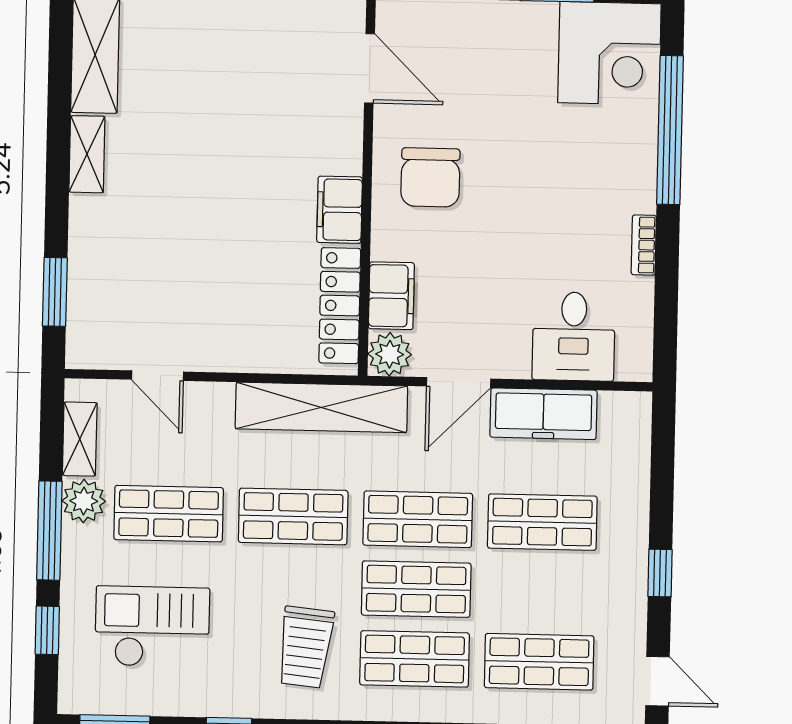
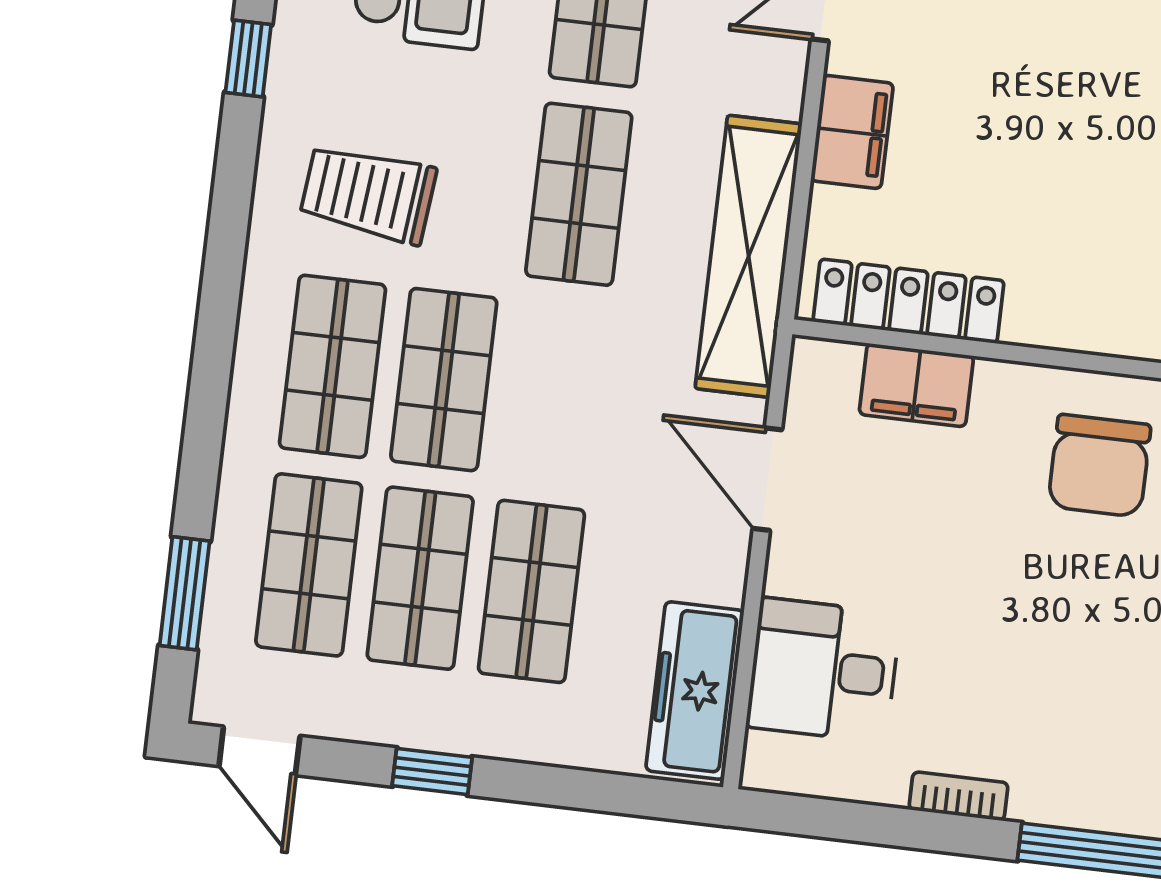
chair: (430, 177) -> (1099, 466), turned -90
filing cabinet: (340, 210) -> (852, 132), moved, turned 90
plant: (390, 354) -> (823, 373), removed
freezer: (544, 414) -> (695, 691), moved
shop shelf: (418, 519) -> (420, 578), moved
door: (657, 681) -> (259, 751), hinge flipped

